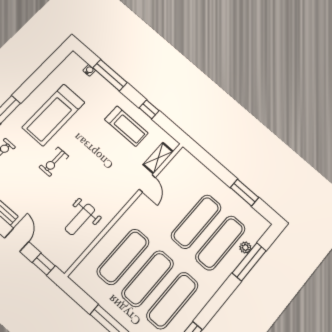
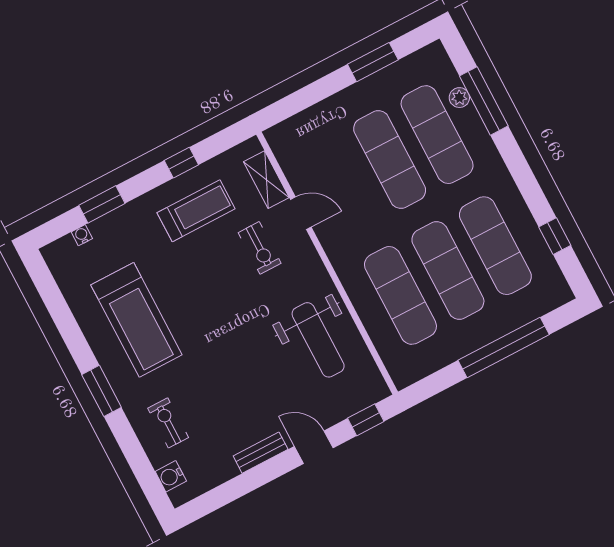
window: (110, 75) -> (102, 204), width x0.69
exercise bike: (54, 162) -> (260, 248), moved
weight bench: (80, 219) -> (318, 340), width x1.36, depth x1.33

